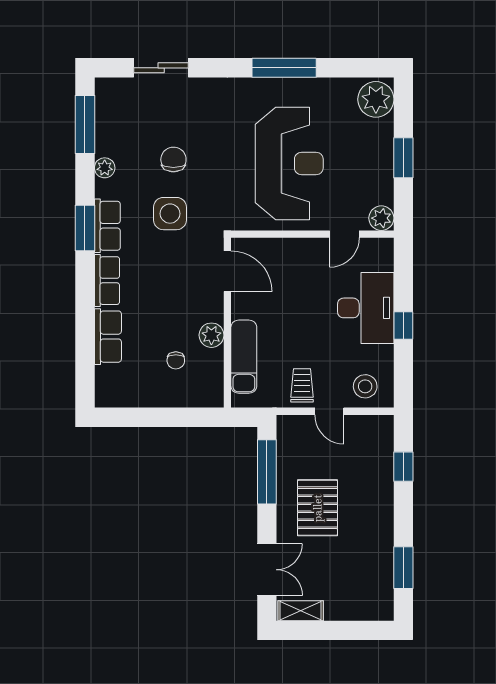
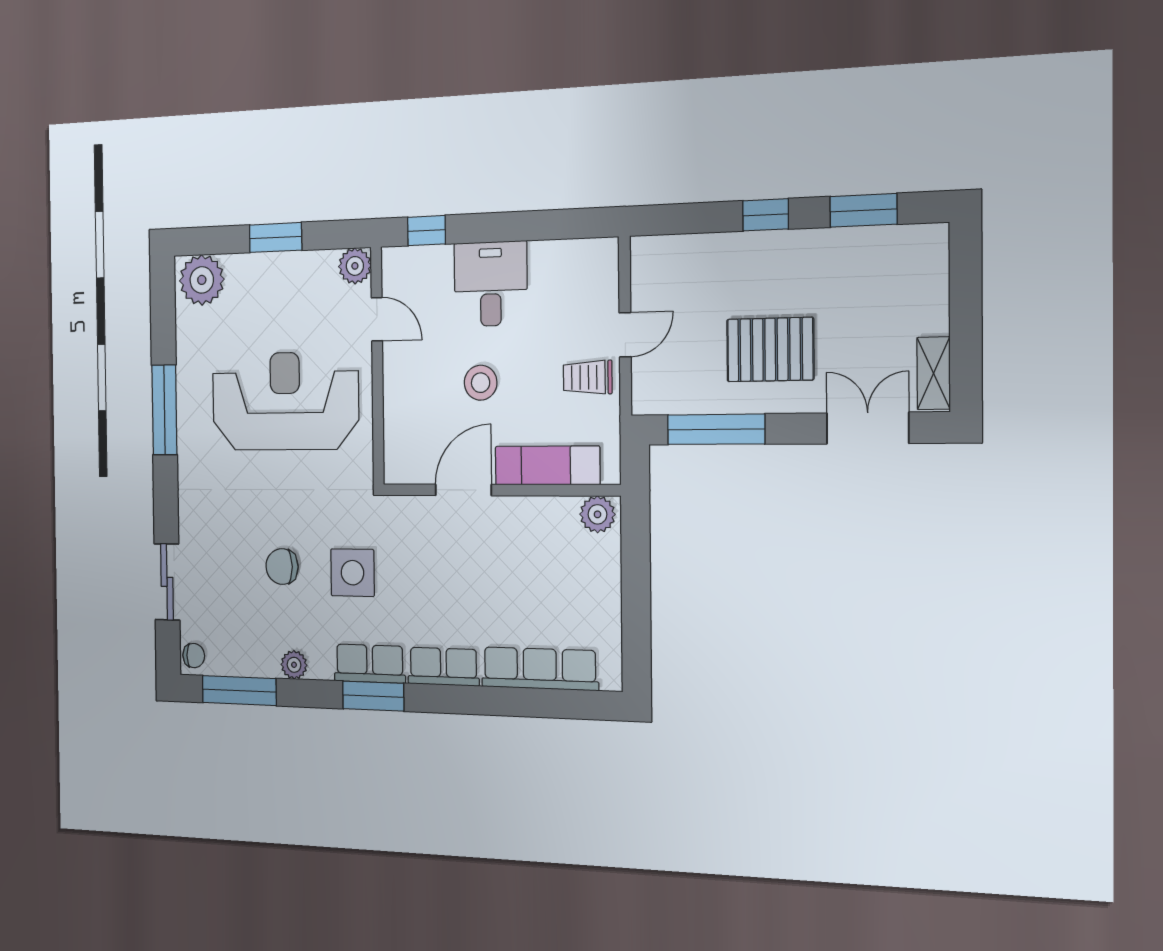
door: (227, 271) -> (463, 490), moved
desk: (366, 308) -> (491, 284), width x0.73
window: (403, 326) -> (427, 231), moved
plant: (211, 335) -> (597, 514), moved
row of seats: (108, 337) -> (540, 669), width x1.48
chair: (176, 360) -> (194, 656), moved
stool: (365, 386) -> (481, 383), moved
window: (403, 467) -> (766, 215), moved

